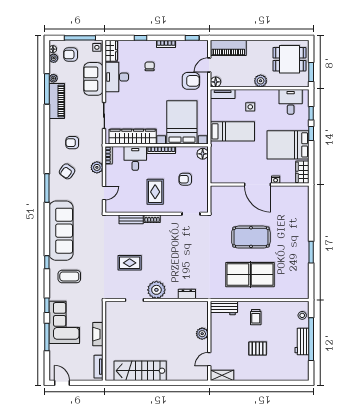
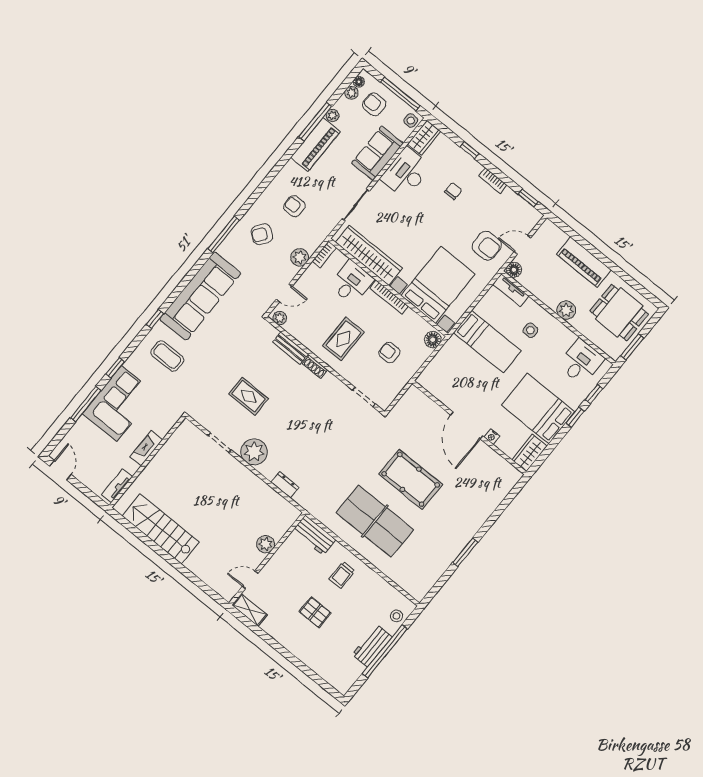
piano: (228, 48) -> (584, 262), moved
plant: (112, 208) -> (280, 318), added

